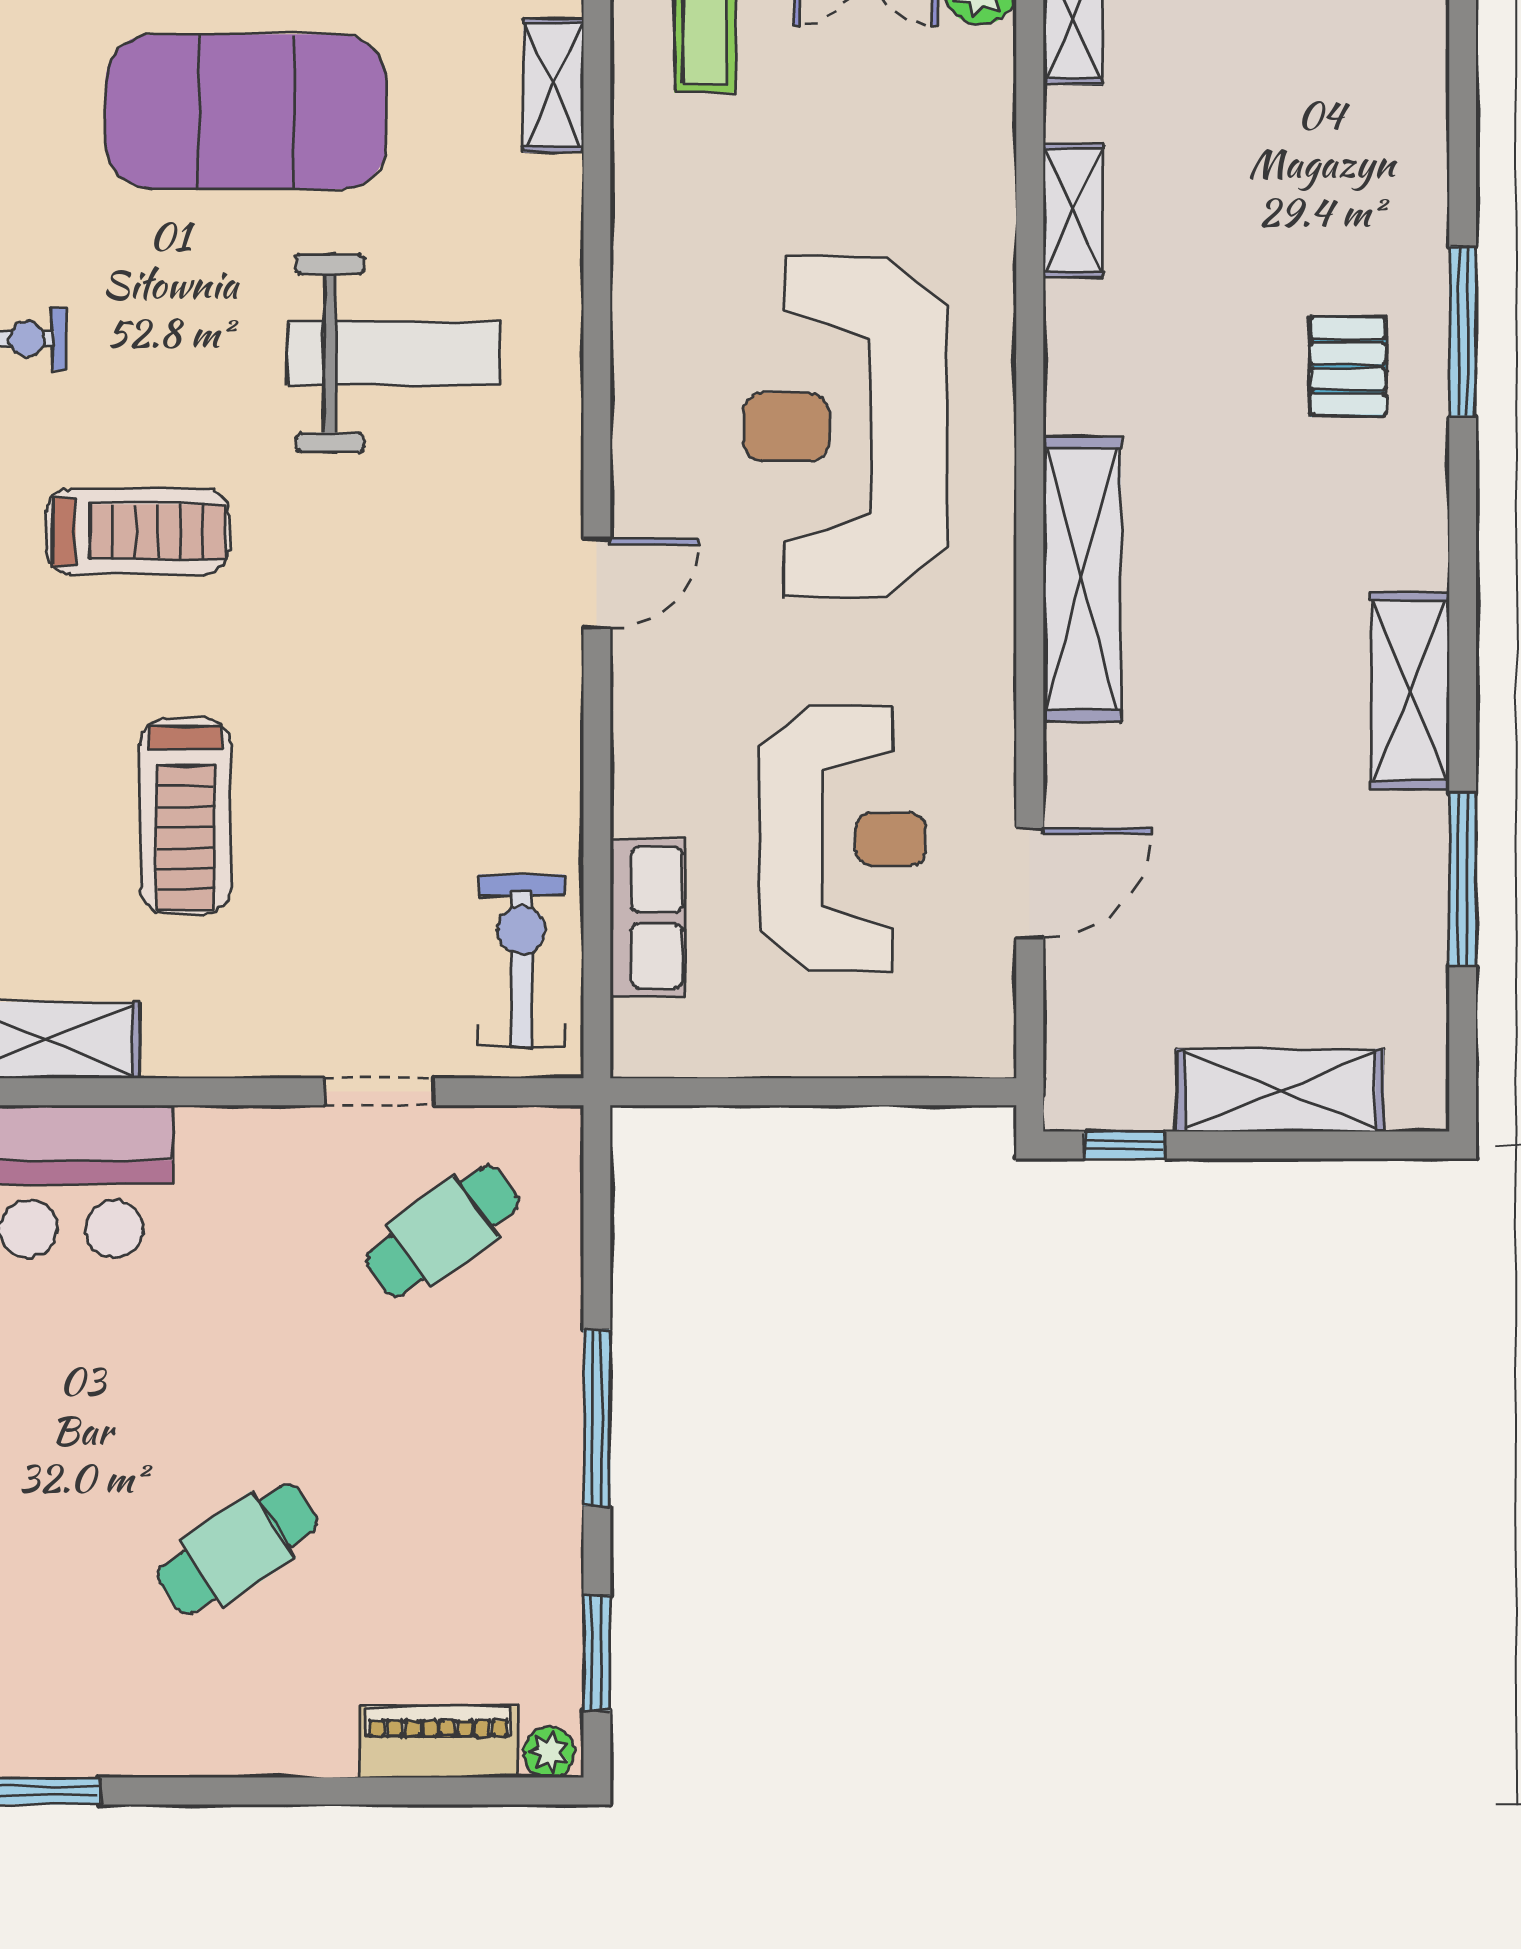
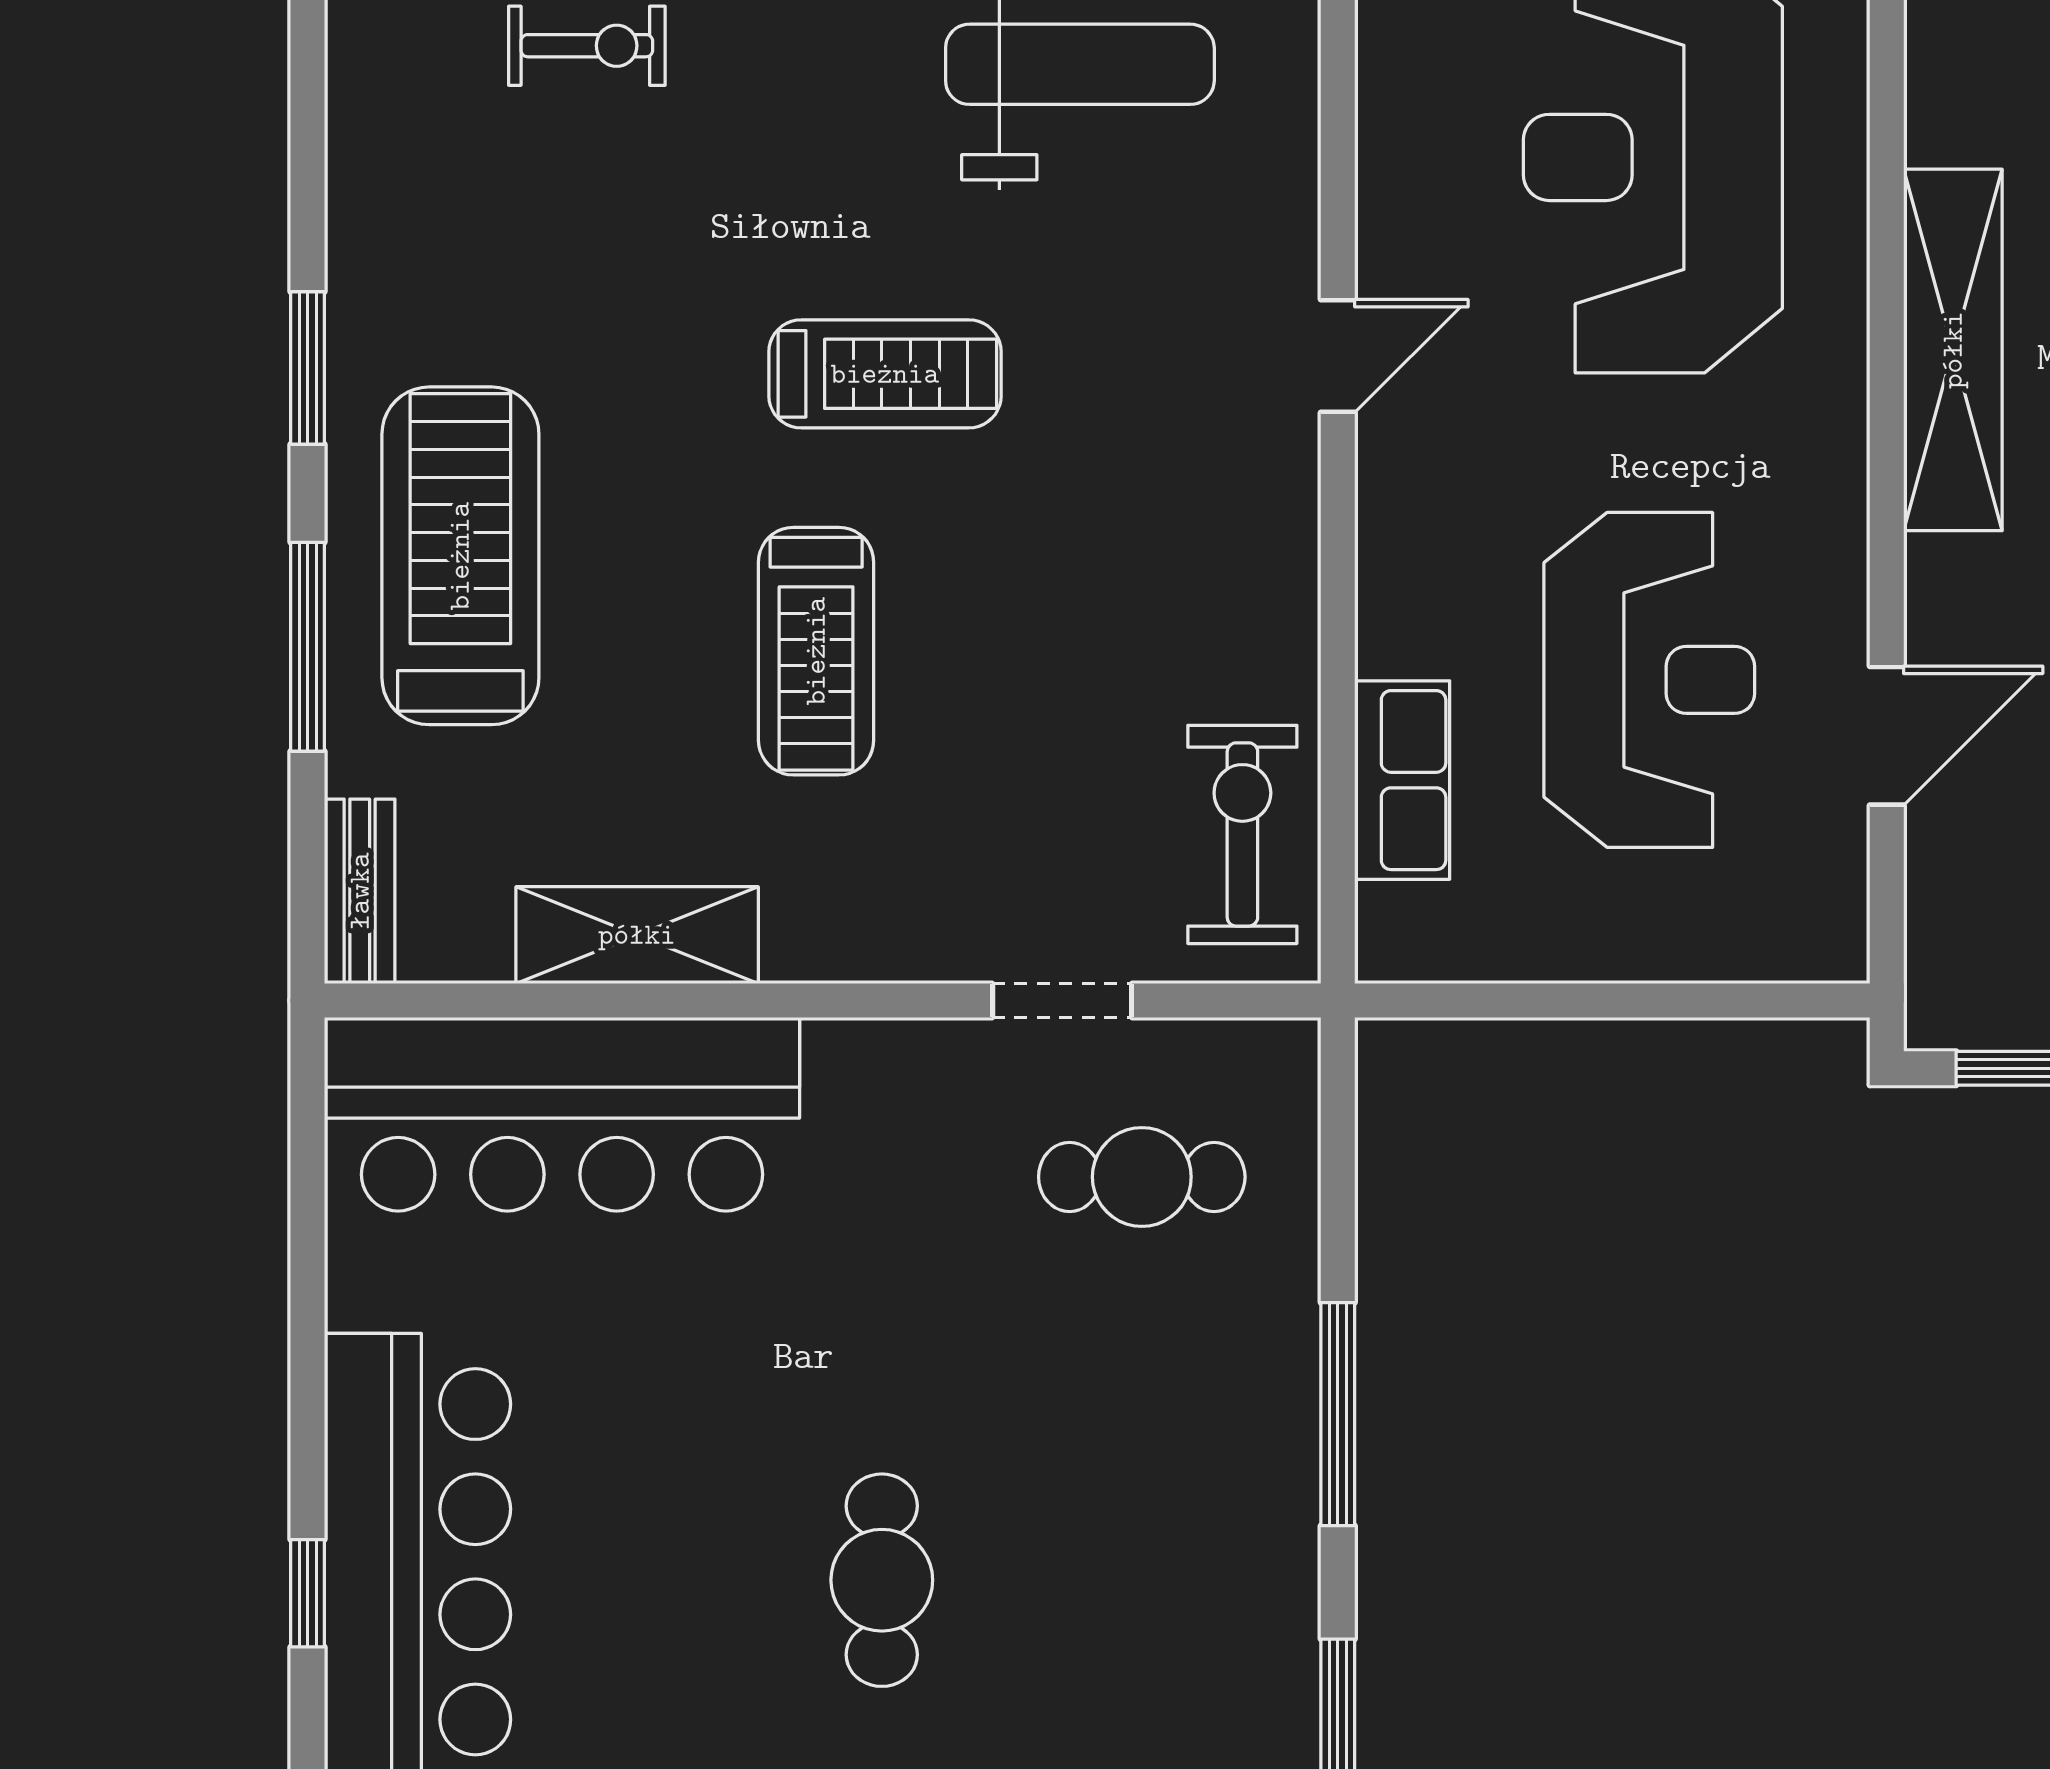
treadmill: (138, 532) -> (885, 374), moved
cafe table: (442, 1231) -> (1142, 1177), turned 37
cafe table: (237, 1549) -> (882, 1580), turned -56

